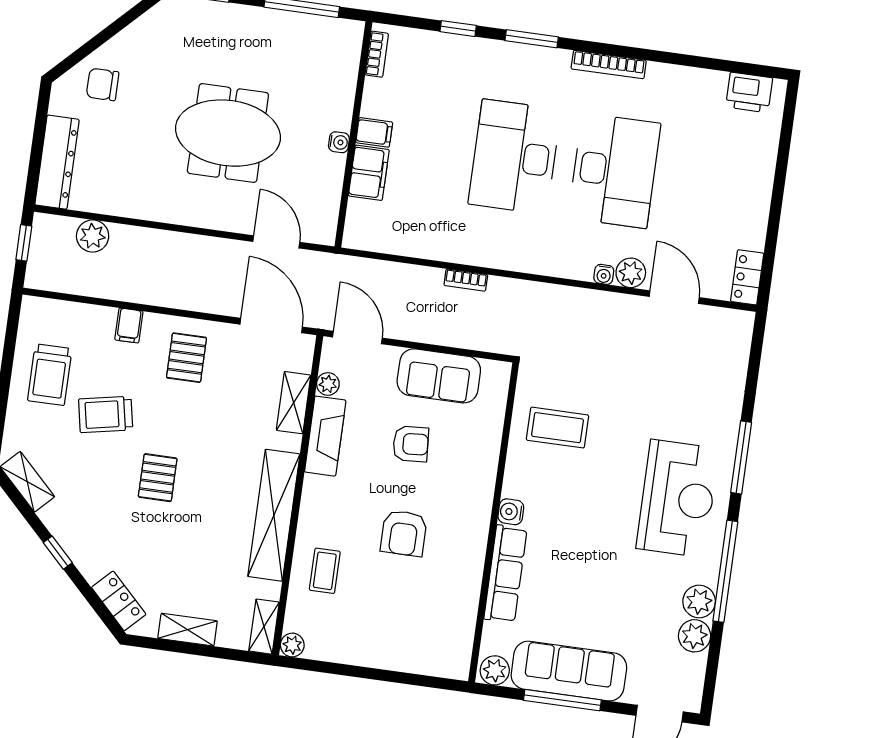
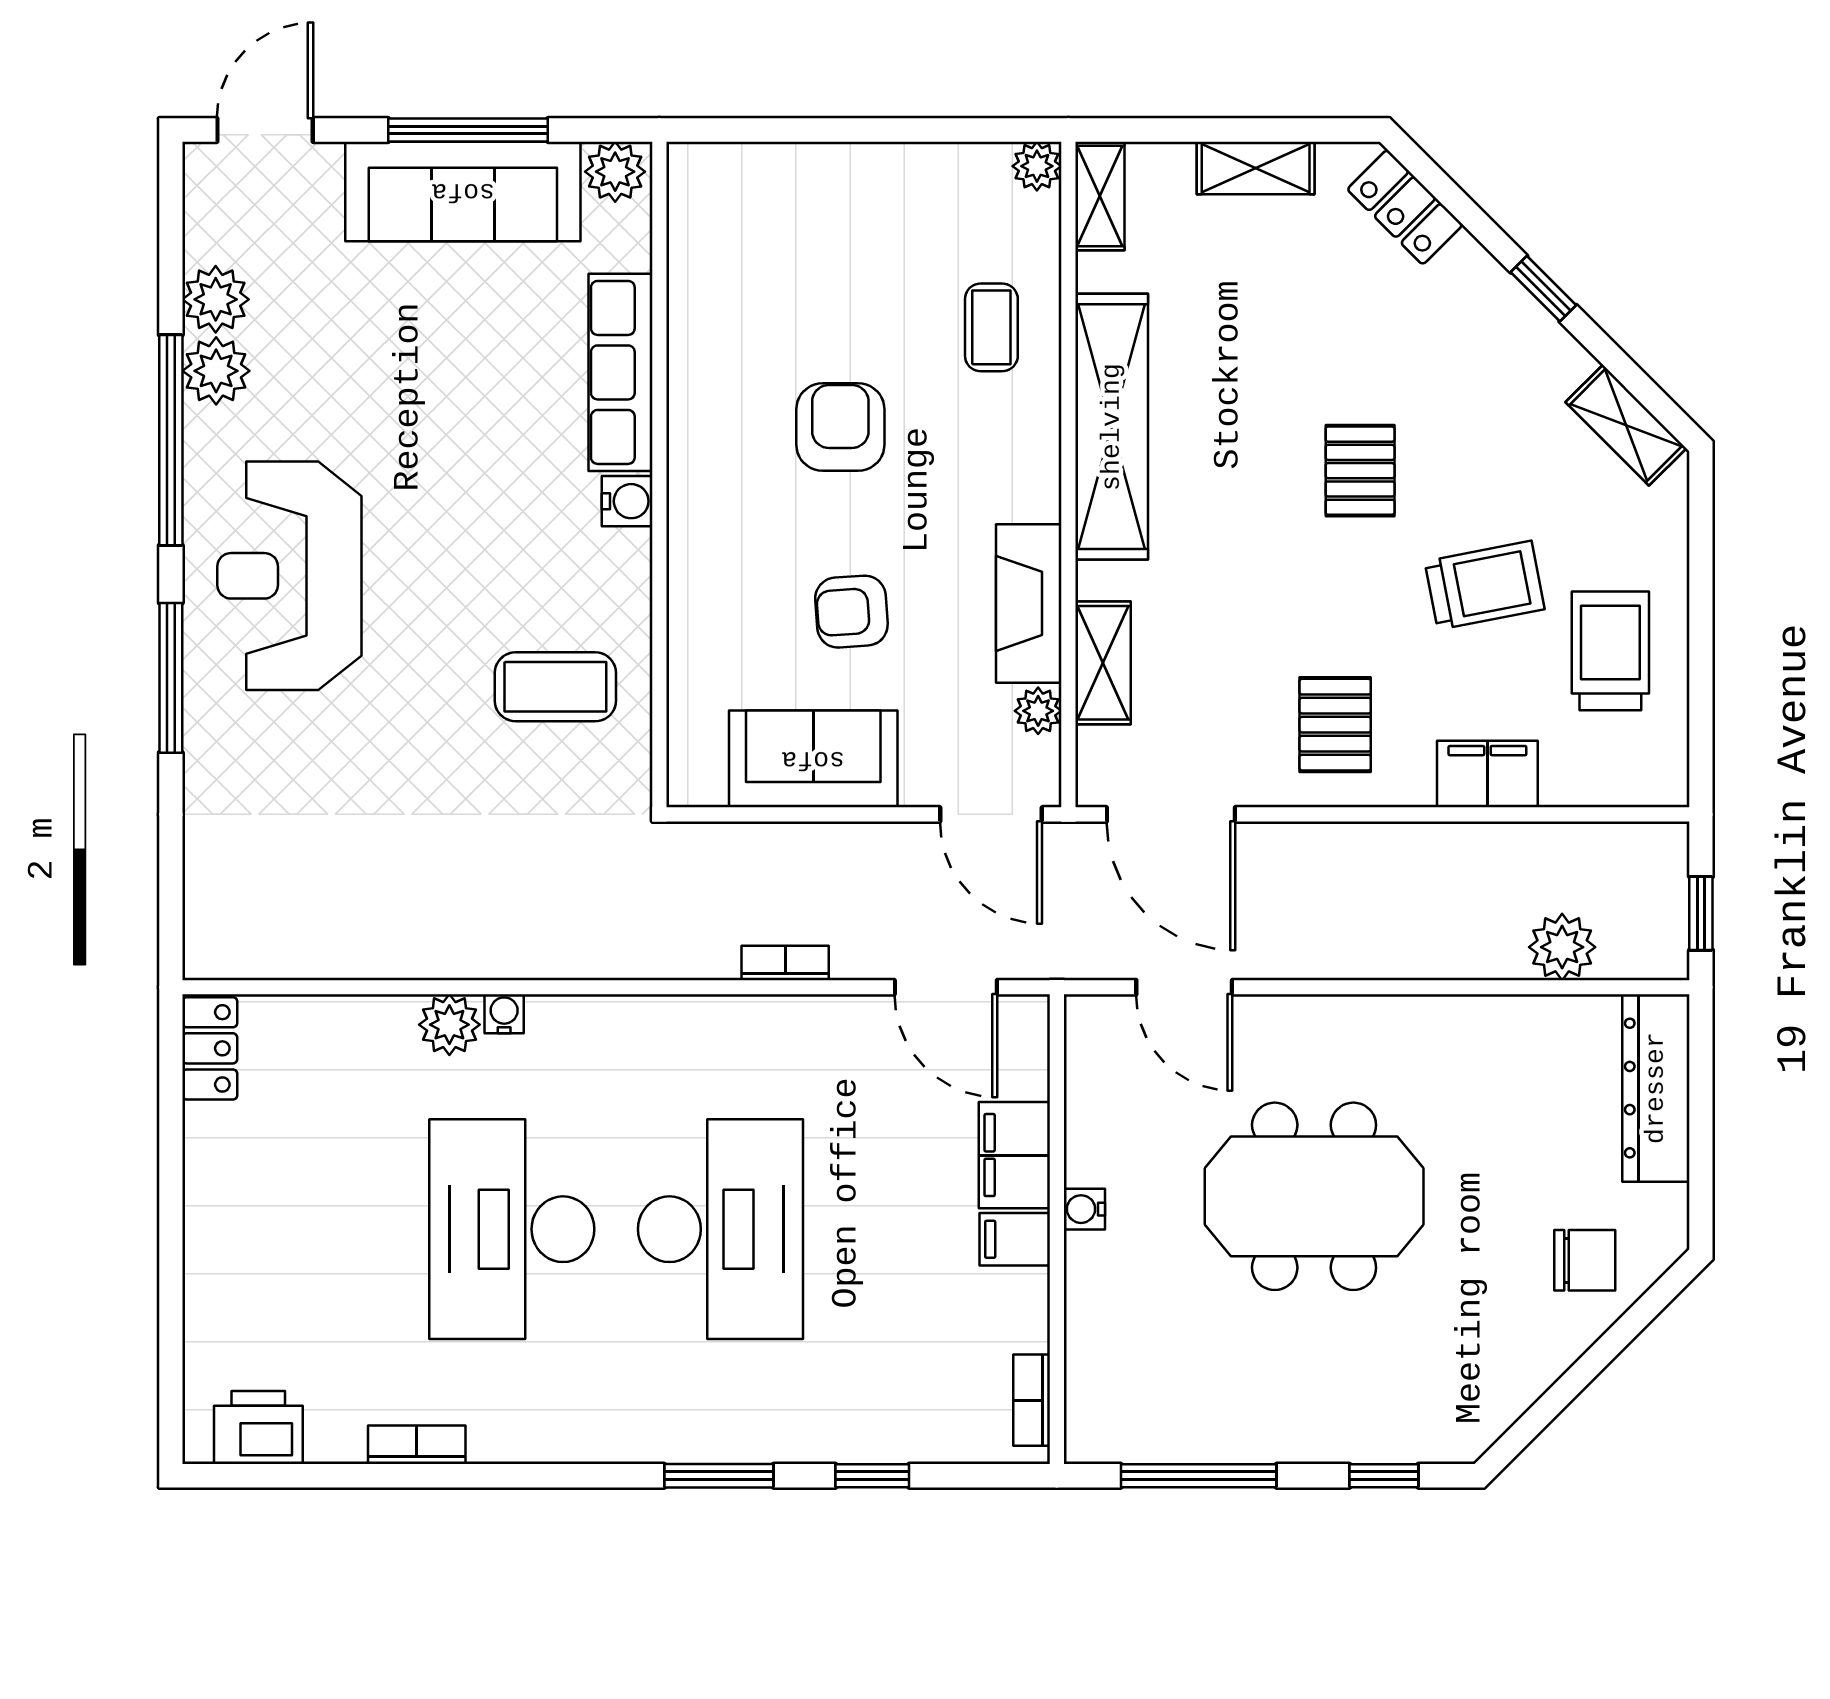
bookcase: (609, 65) -> (417, 1445), moved, width x0.64
door: (674, 297) -> (946, 987), moved
filing cabinet: (129, 326) -> (1487, 774), width x2.00

